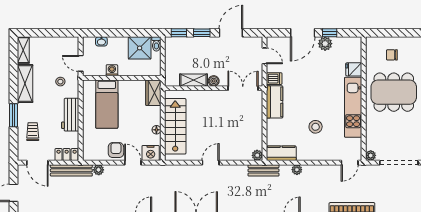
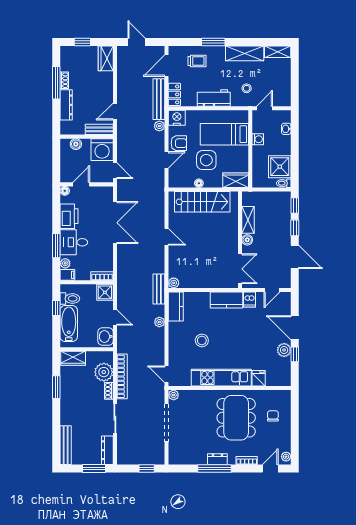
side table: (133, 122) -> (206, 160), added
nightstand: (151, 153) -> (177, 118), moved, turned 90

